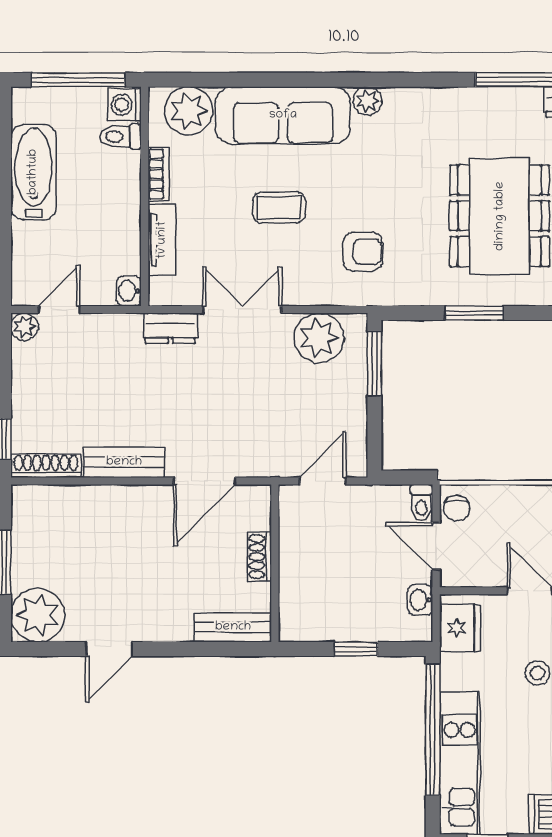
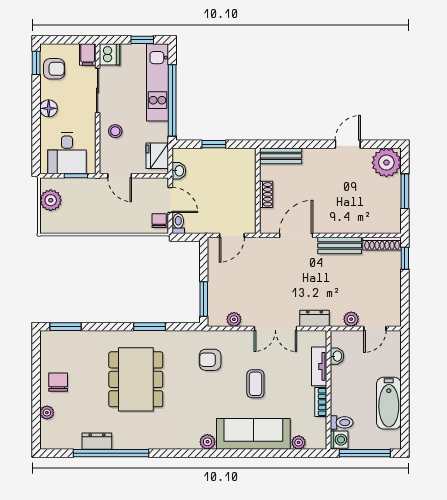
plant: (188, 111) -> (299, 442), width x0.53, depth x0.53
coffee table: (279, 208) -> (255, 384), turned 90
washbasin: (129, 291) -> (337, 356), moved
plant: (25, 327) -> (351, 319), moved
plant: (319, 338) -> (234, 319), width x0.53, depth x0.53

